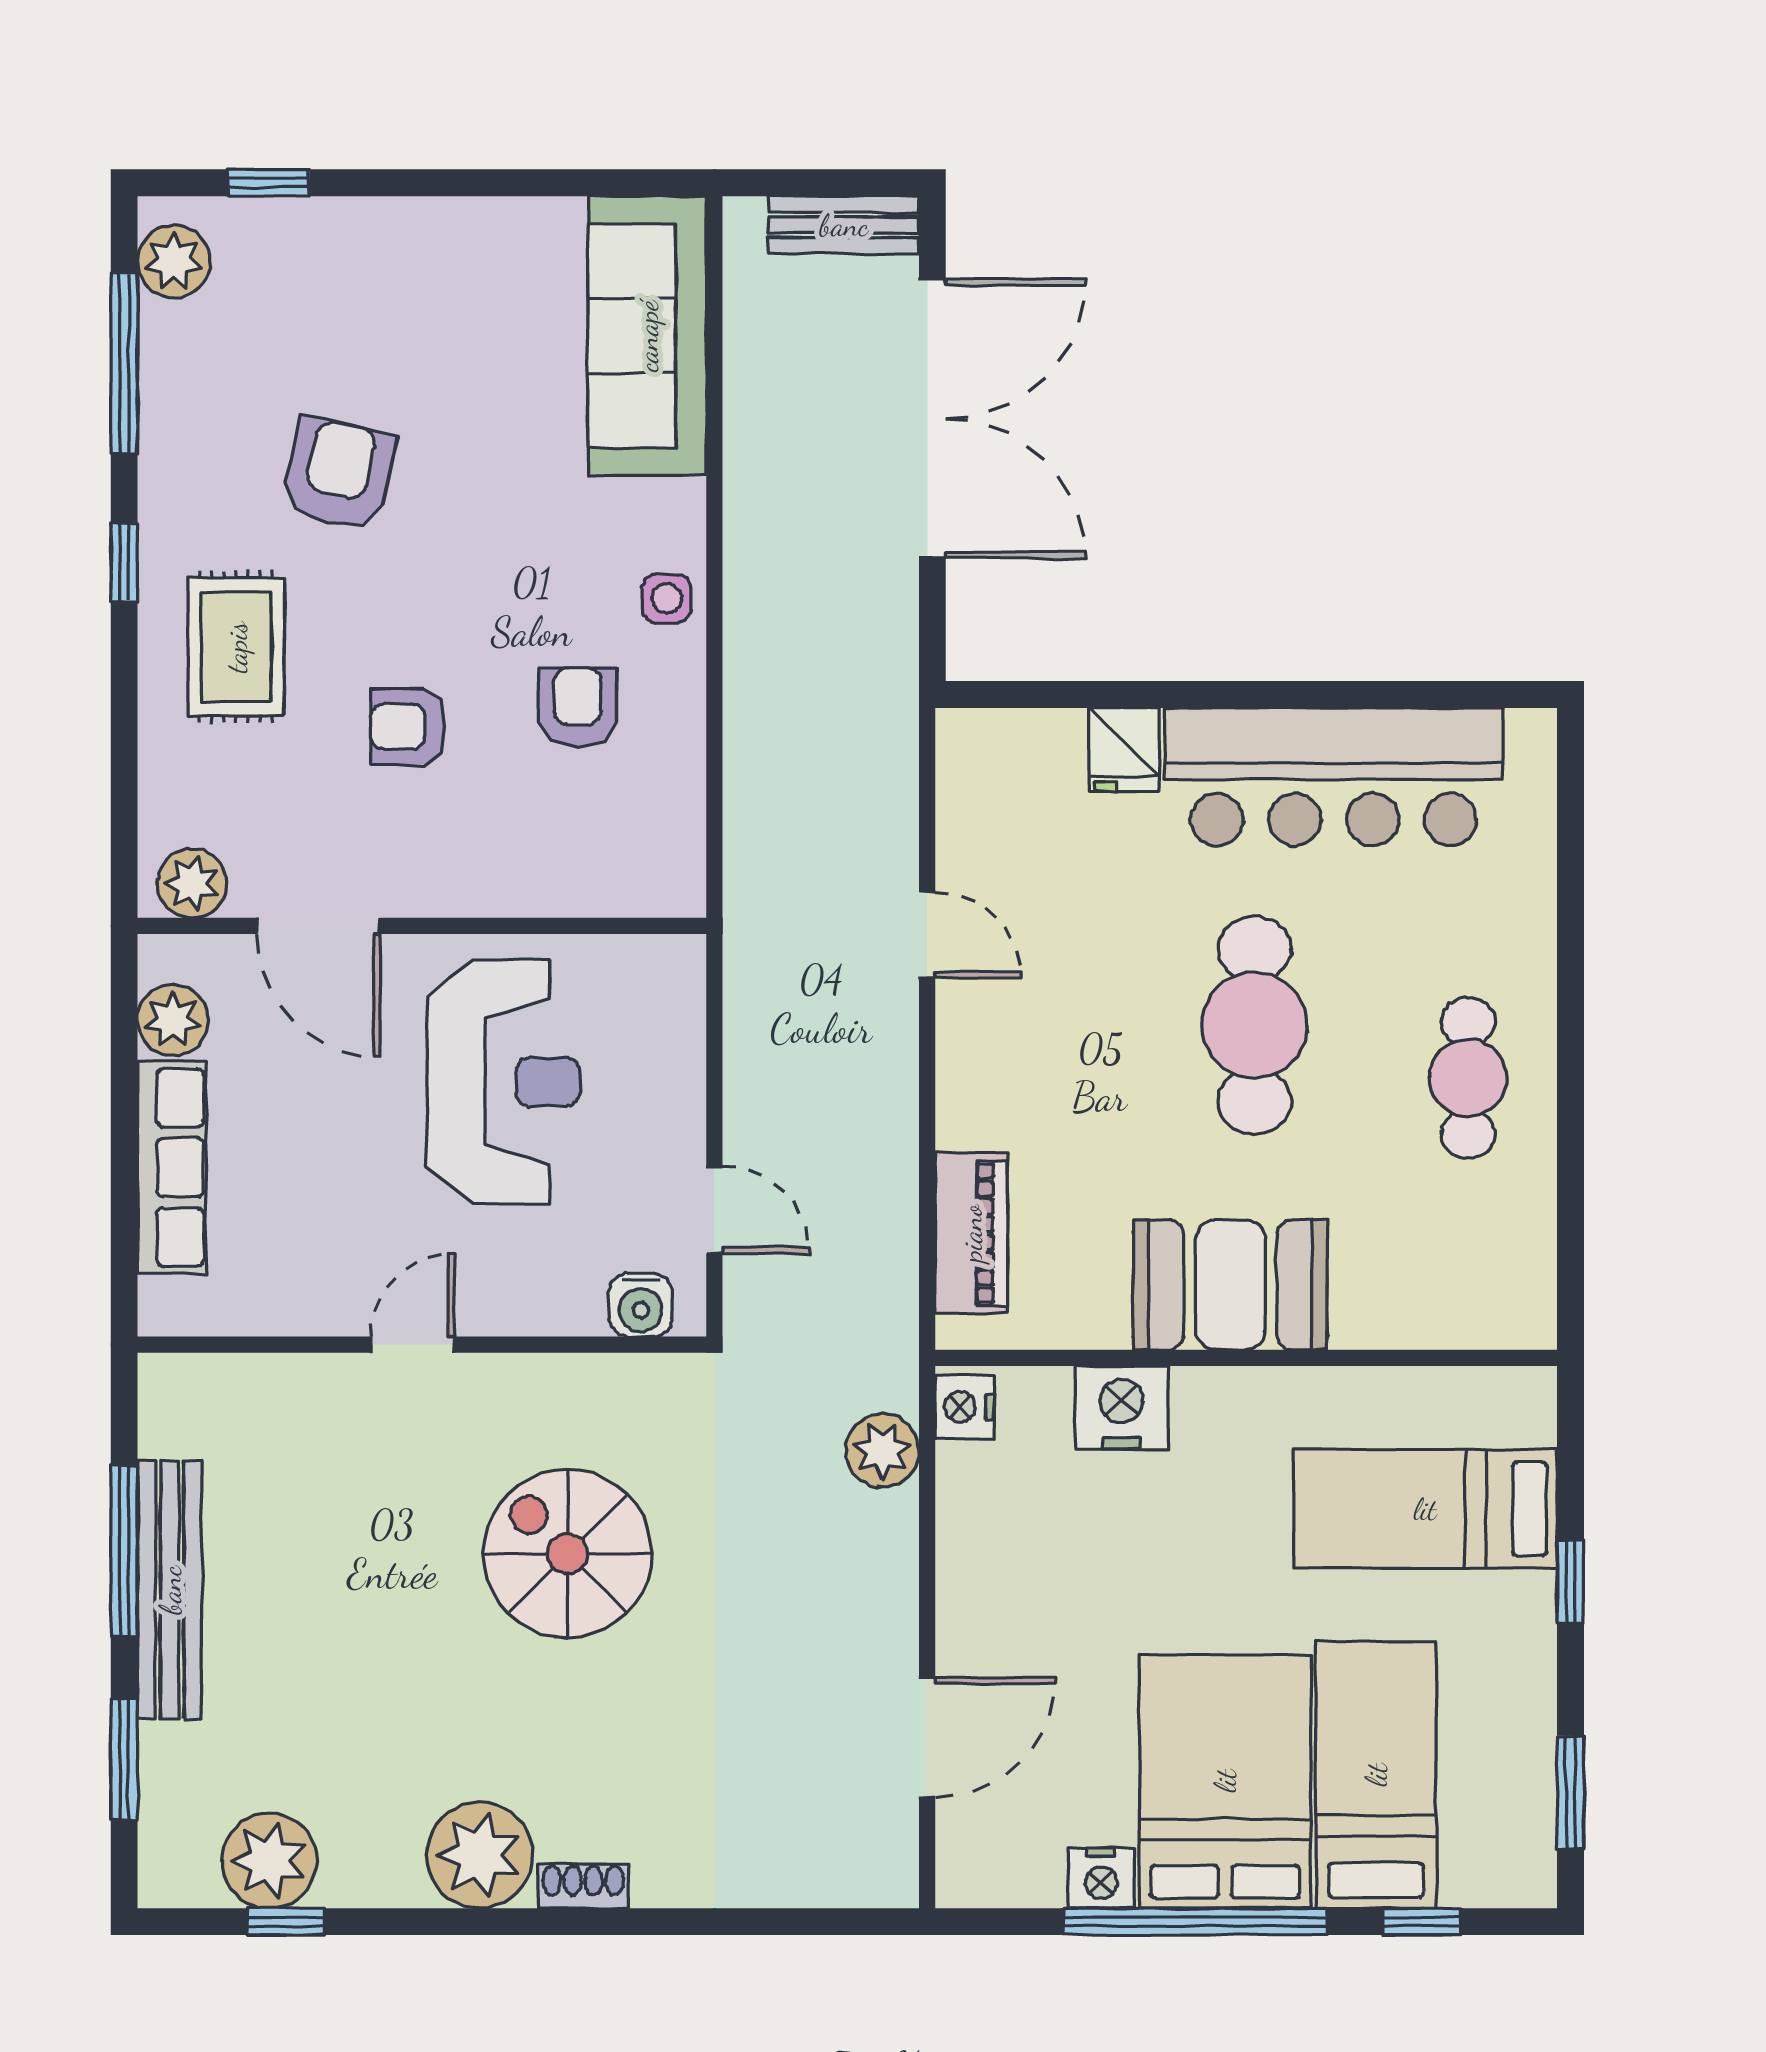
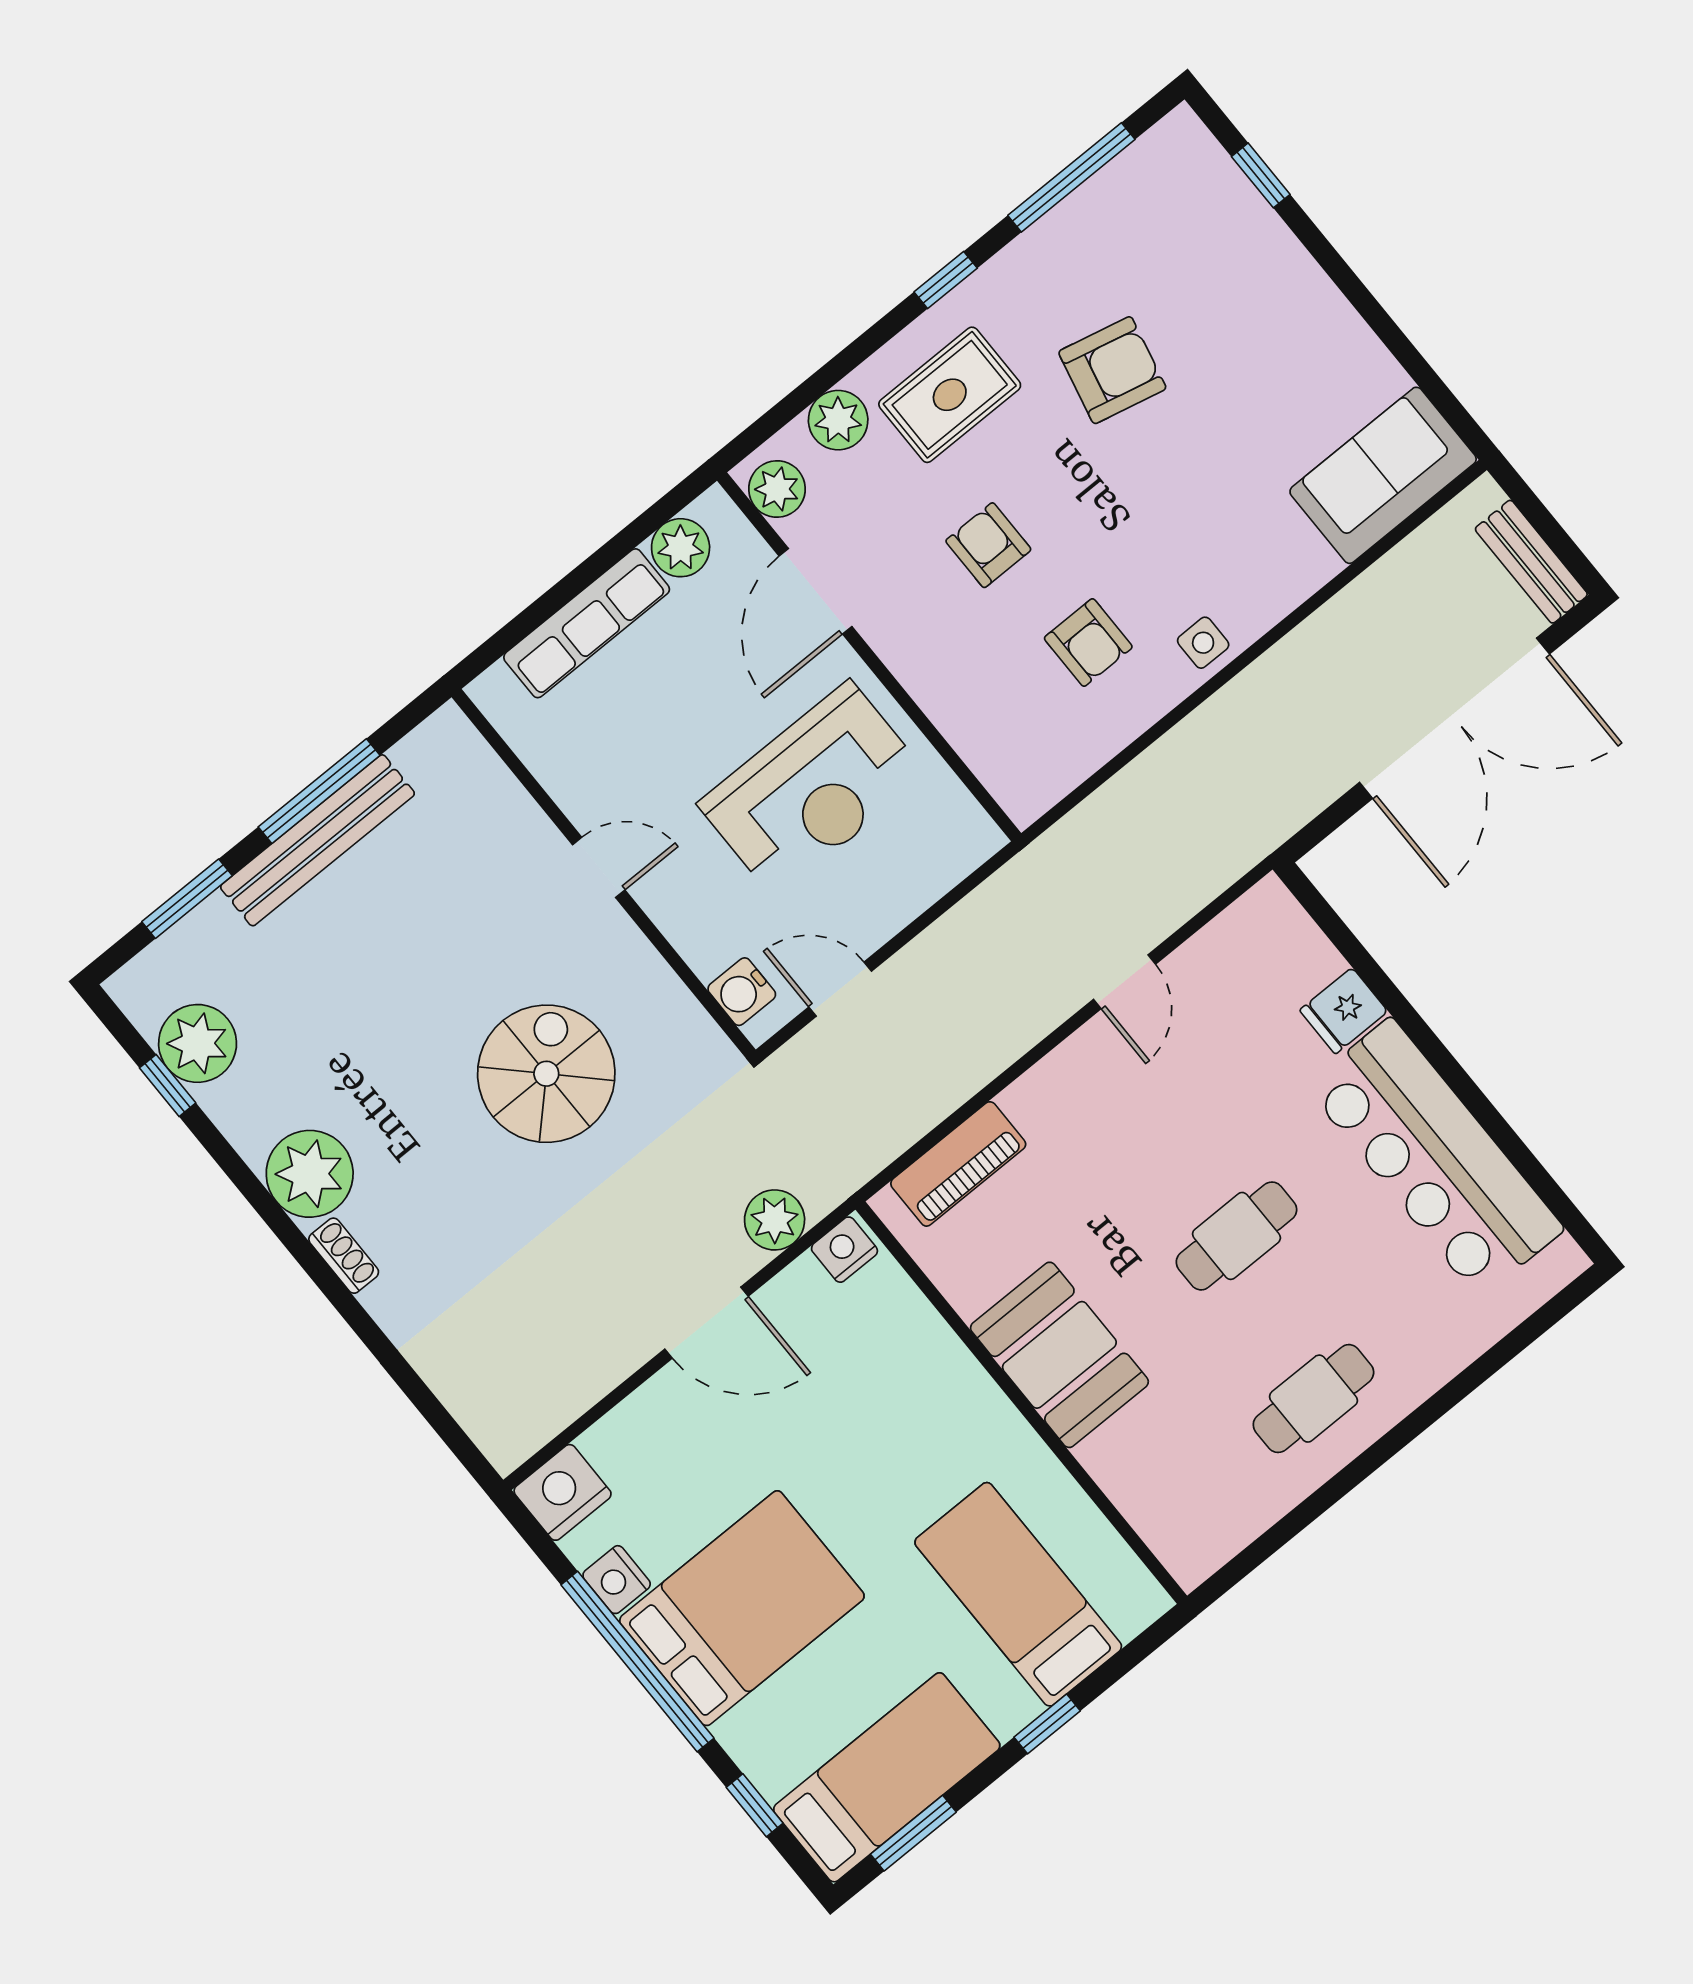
plant: (174, 262) -> (838, 420), moved
sofa: (647, 336) -> (1383, 475), width x0.73
armchair: (578, 707) -> (1088, 643), turned 90
cafe table: (1254, 1025) -> (1236, 1236), width x0.73, depth x0.74
door: (714, 1210) -> (840, 989), swing flipped
nightstand: (1121, 1408) -> (563, 1492), moved, turned -90
door: (927, 1738) -> (707, 1323), moved
bed: (1376, 1775) -> (887, 1777), moved

